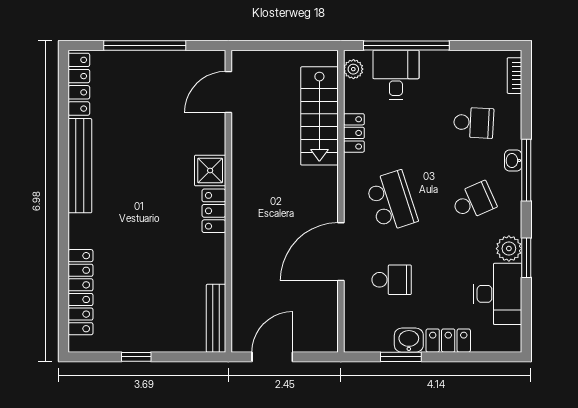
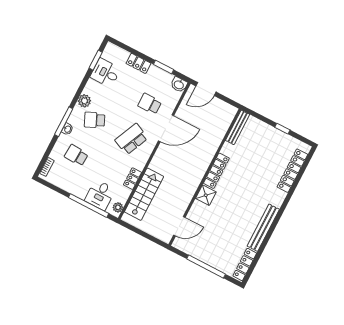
school desk: (392, 201) -> (131, 139), turned 42
locker: (214, 211) -> (216, 171), width x1.53
plant: (509, 249) -> (84, 101), moved
window: (526, 258) -> (96, 60), moved
desk: (498, 294) -> (105, 73), width x0.73
washbasin: (409, 340) -> (179, 85), moved
door: (272, 357) -> (206, 89), moved

